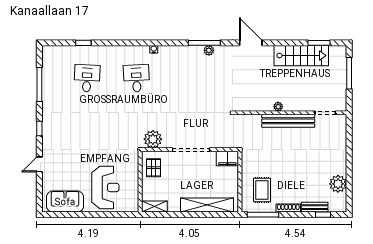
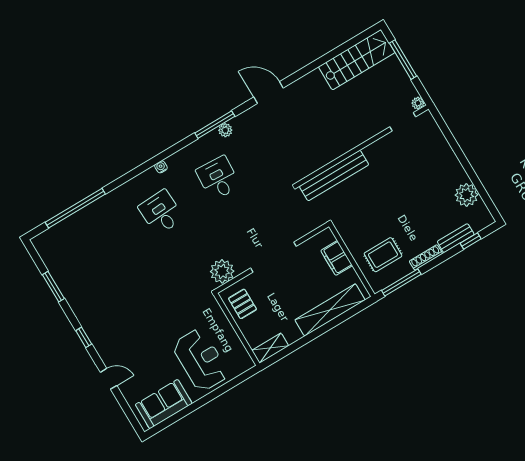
window: (83, 43) -> (75, 208), width x3.17
window: (319, 43) -> (347, 45), removed
stairs: (301, 56) -> (357, 60), moved
desk: (87, 78) -> (218, 178), moved
window: (39, 84) -> (53, 287), width x0.69
plant: (278, 107) -> (418, 103), moved
bench: (288, 121) -> (334, 176), moved
filing cabinet: (227, 158) -> (337, 258), moved, turned 90
door: (39, 164) -> (109, 379), swing flipped
rug: (262, 190) -> (383, 255), turned 90

